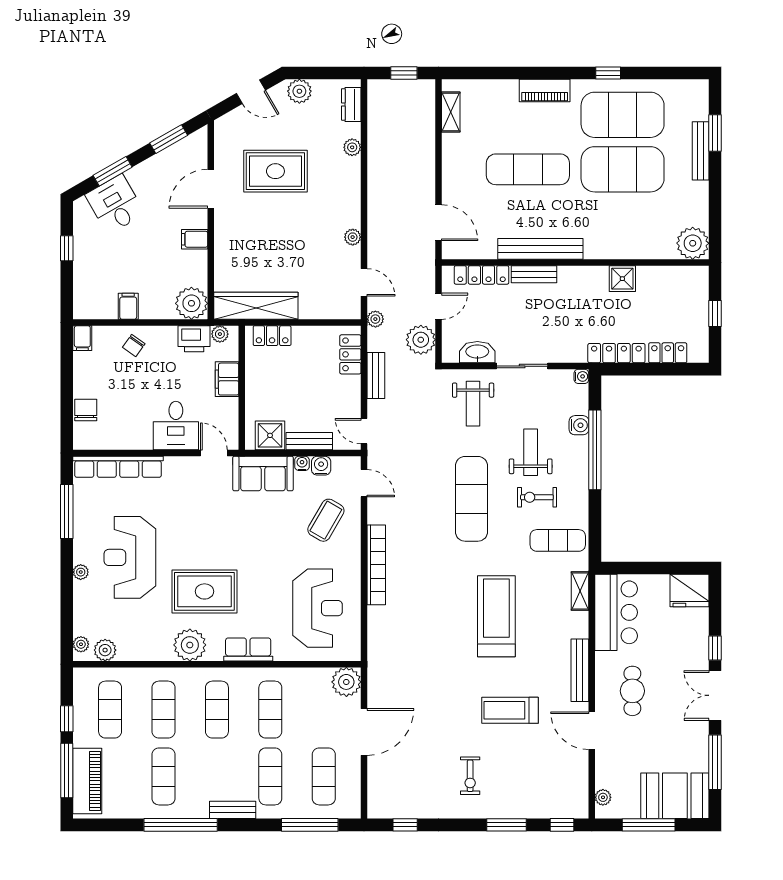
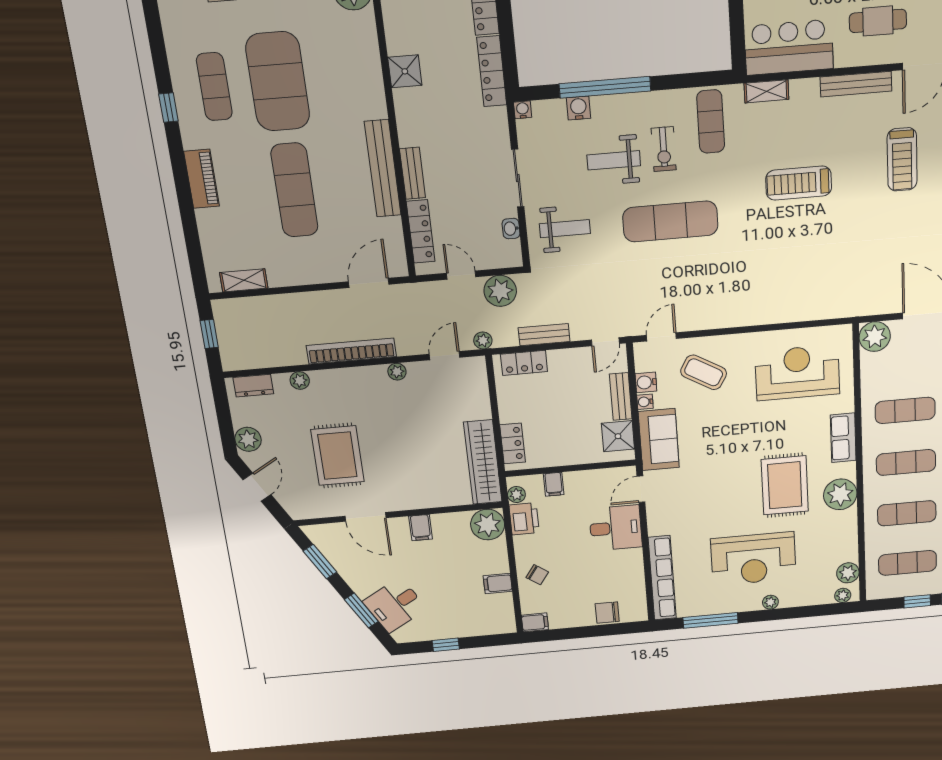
exercise mat: (623, 115) -> (214, 87), width x0.50, depth x0.69
washbasin: (477, 352) -> (511, 229), width x0.52, depth x0.69
filing cabinet: (227, 379) -> (554, 484), width x0.50
bookcase: (376, 565) -> (351, 351), moved
treadmill: (496, 616) -> (799, 183), width x0.73, depth x0.73

